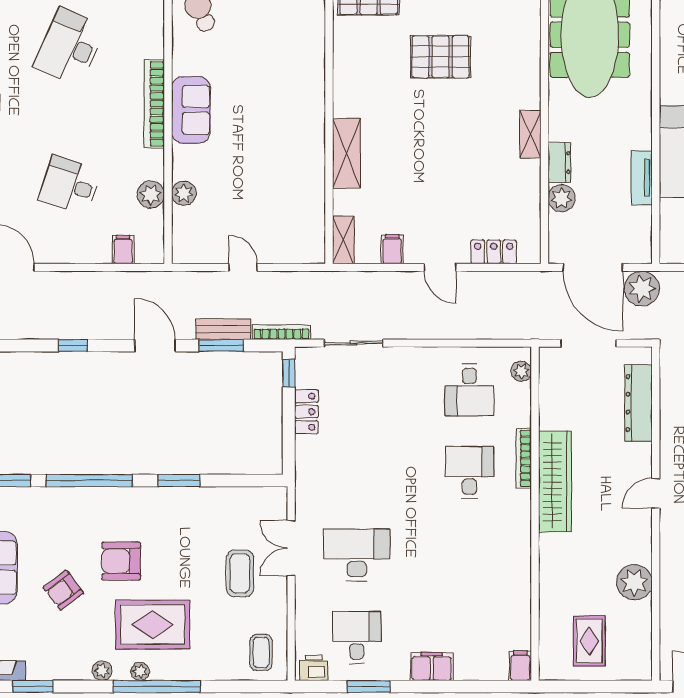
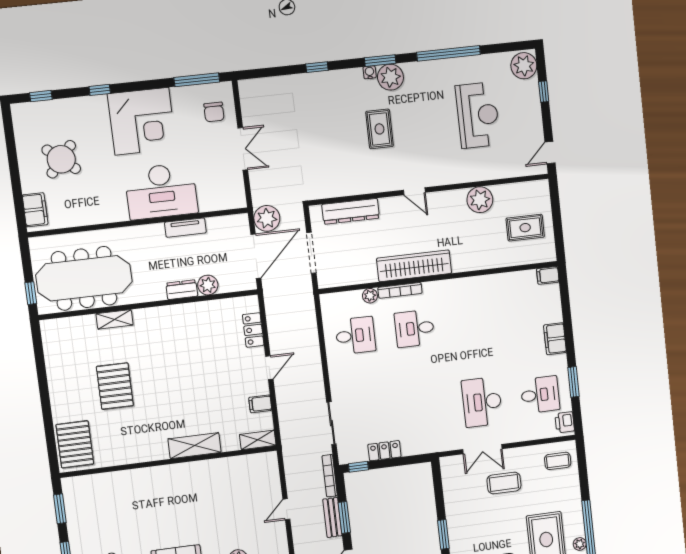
shelving: (530, 134) -> (114, 319), moved
plant: (521, 371) -> (370, 296), moved
desk: (357, 637) -> (540, 395), turned 180

